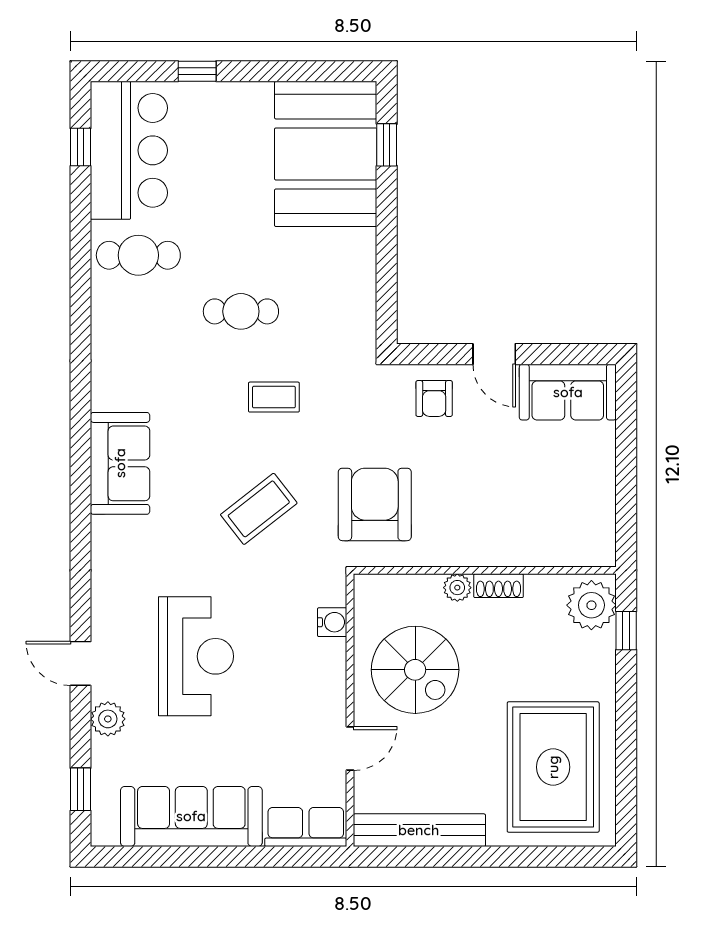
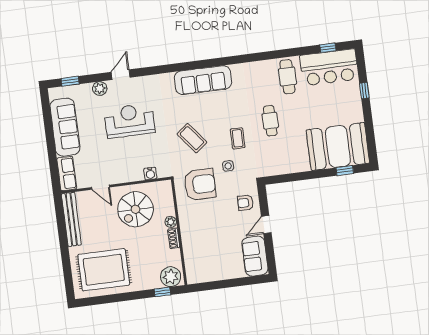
side table: (338, 429) -> (228, 166), added
sofa: (120, 463) -> (203, 80), width x1.36
reception desk: (196, 656) -> (130, 121), turned 180

